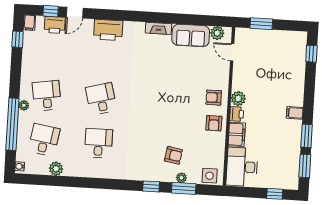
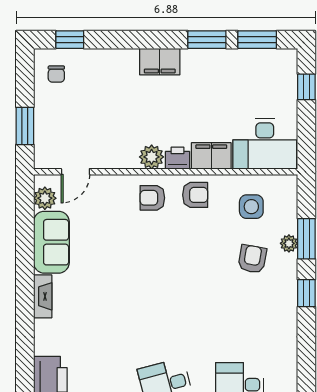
chair: (291, 44) -> (56, 74), added
armchair: (214, 98) -> (152, 198), turned 90
filing cabinet: (295, 113) -> (160, 62), width x2.00
side table: (210, 176) -> (251, 207), moved

